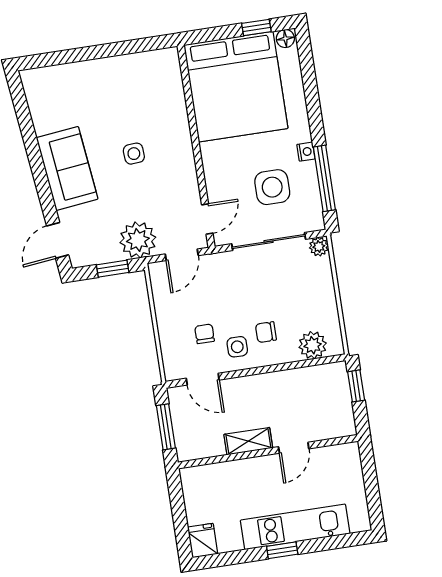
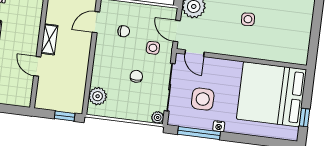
floor lamp: (285, 38) -> (293, 133), removed
chair: (266, 332) -> (136, 76), moved
side table: (237, 347) -> (153, 48), moved

